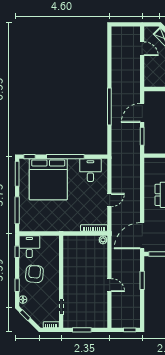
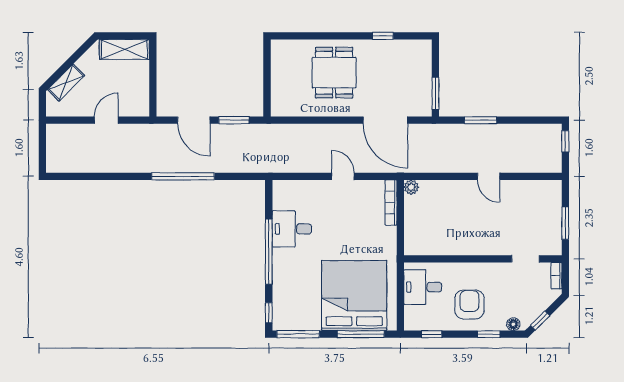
door: (142, 49) -> (106, 120), moved
desk: (90, 170) -> (292, 229), moved
bed: (48, 179) -> (354, 295), moved, turned -90
door: (142, 236) -> (385, 120), moved
desk: (29, 247) -> (423, 287), moved
armchair: (34, 274) -> (469, 305), turned 85
door: (109, 285) -> (489, 176), swing flipped

